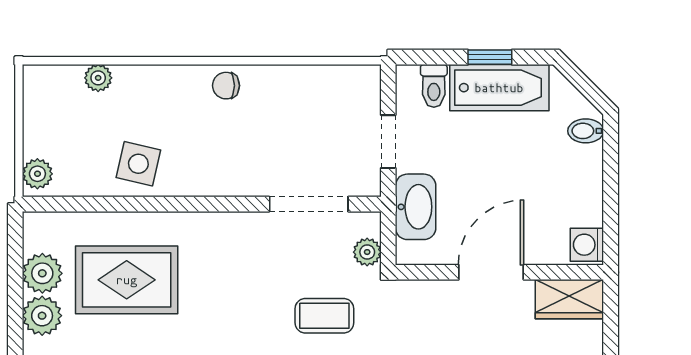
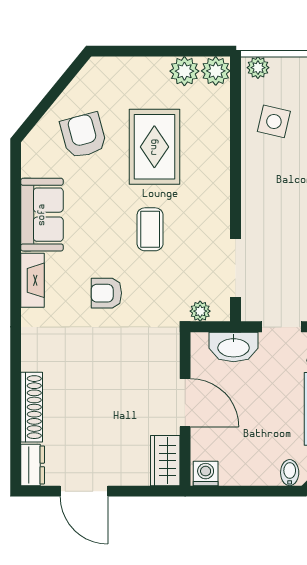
side table: (138, 164) -> (274, 121), moved
rug: (127, 280) -> (154, 147), moved
plant: (42, 316) -> (216, 71), moved
coffee table: (324, 316) -> (150, 229), moved

